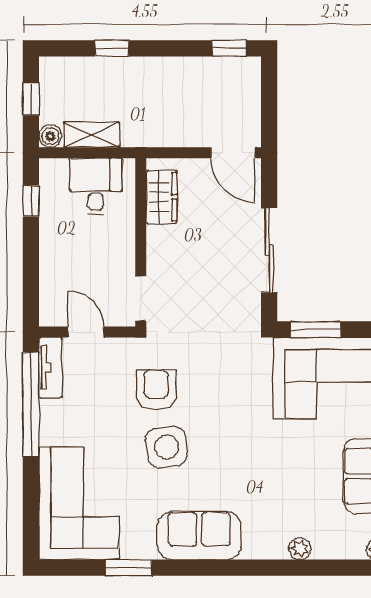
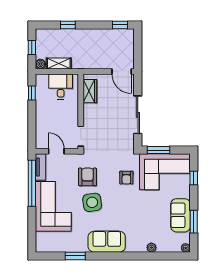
armchair: (244, 391) -> (126, 178), added
corner sofa: (79, 503) -> (53, 206), moved

